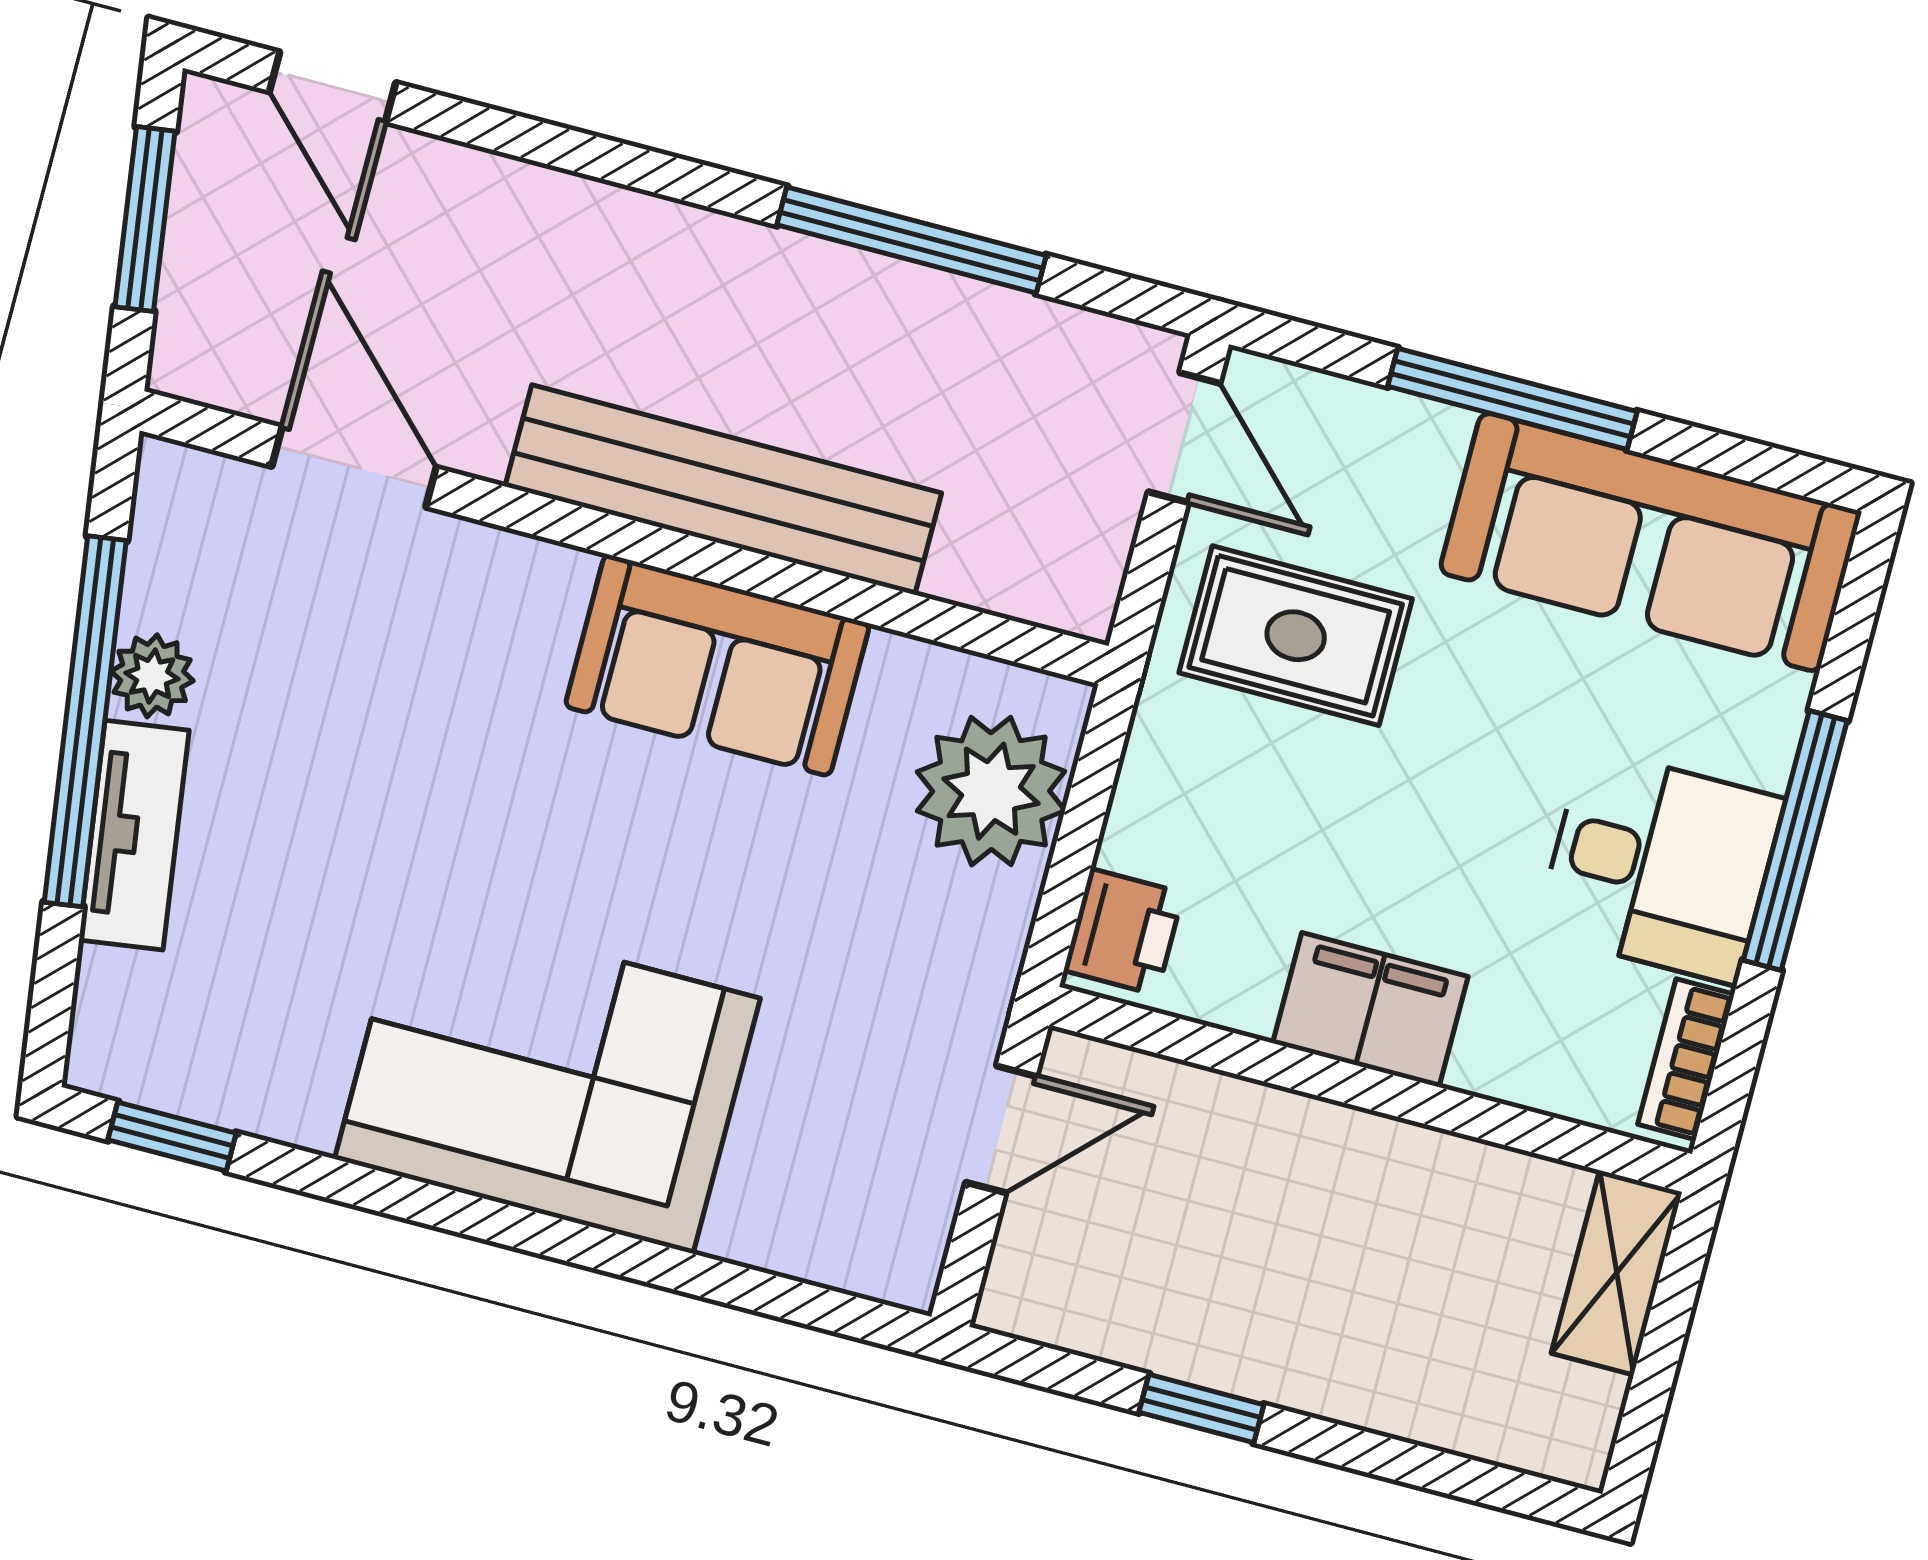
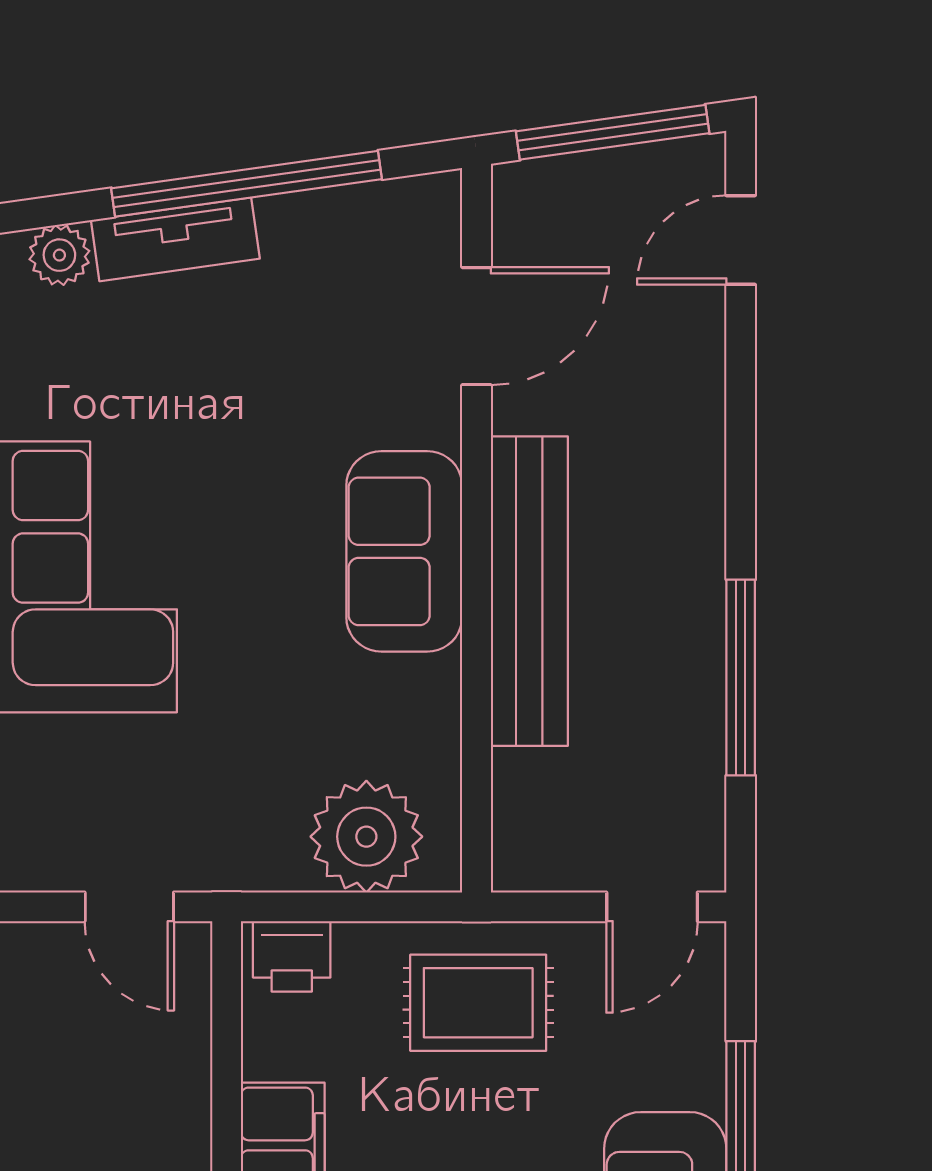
window: (145, 219) -> (613, 132), width x1.44
rug: (1296, 636) -> (478, 1003), moved, turned 90
sofa: (717, 665) -> (404, 551), moved
plant: (152, 676) -> (59, 255), moved

